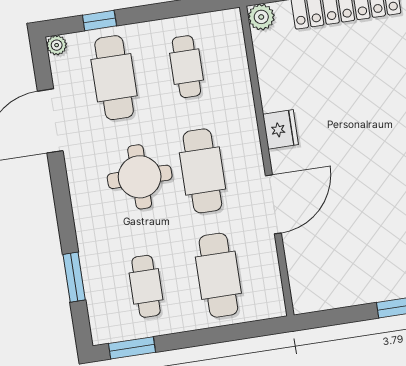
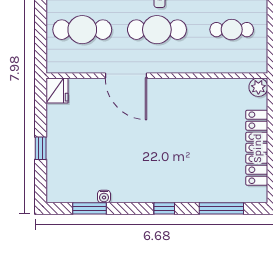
fridge: (281, 129) -> (57, 90), moved, turned -90

